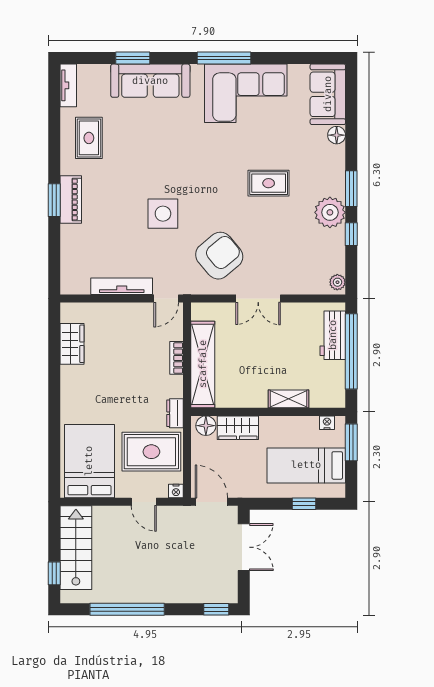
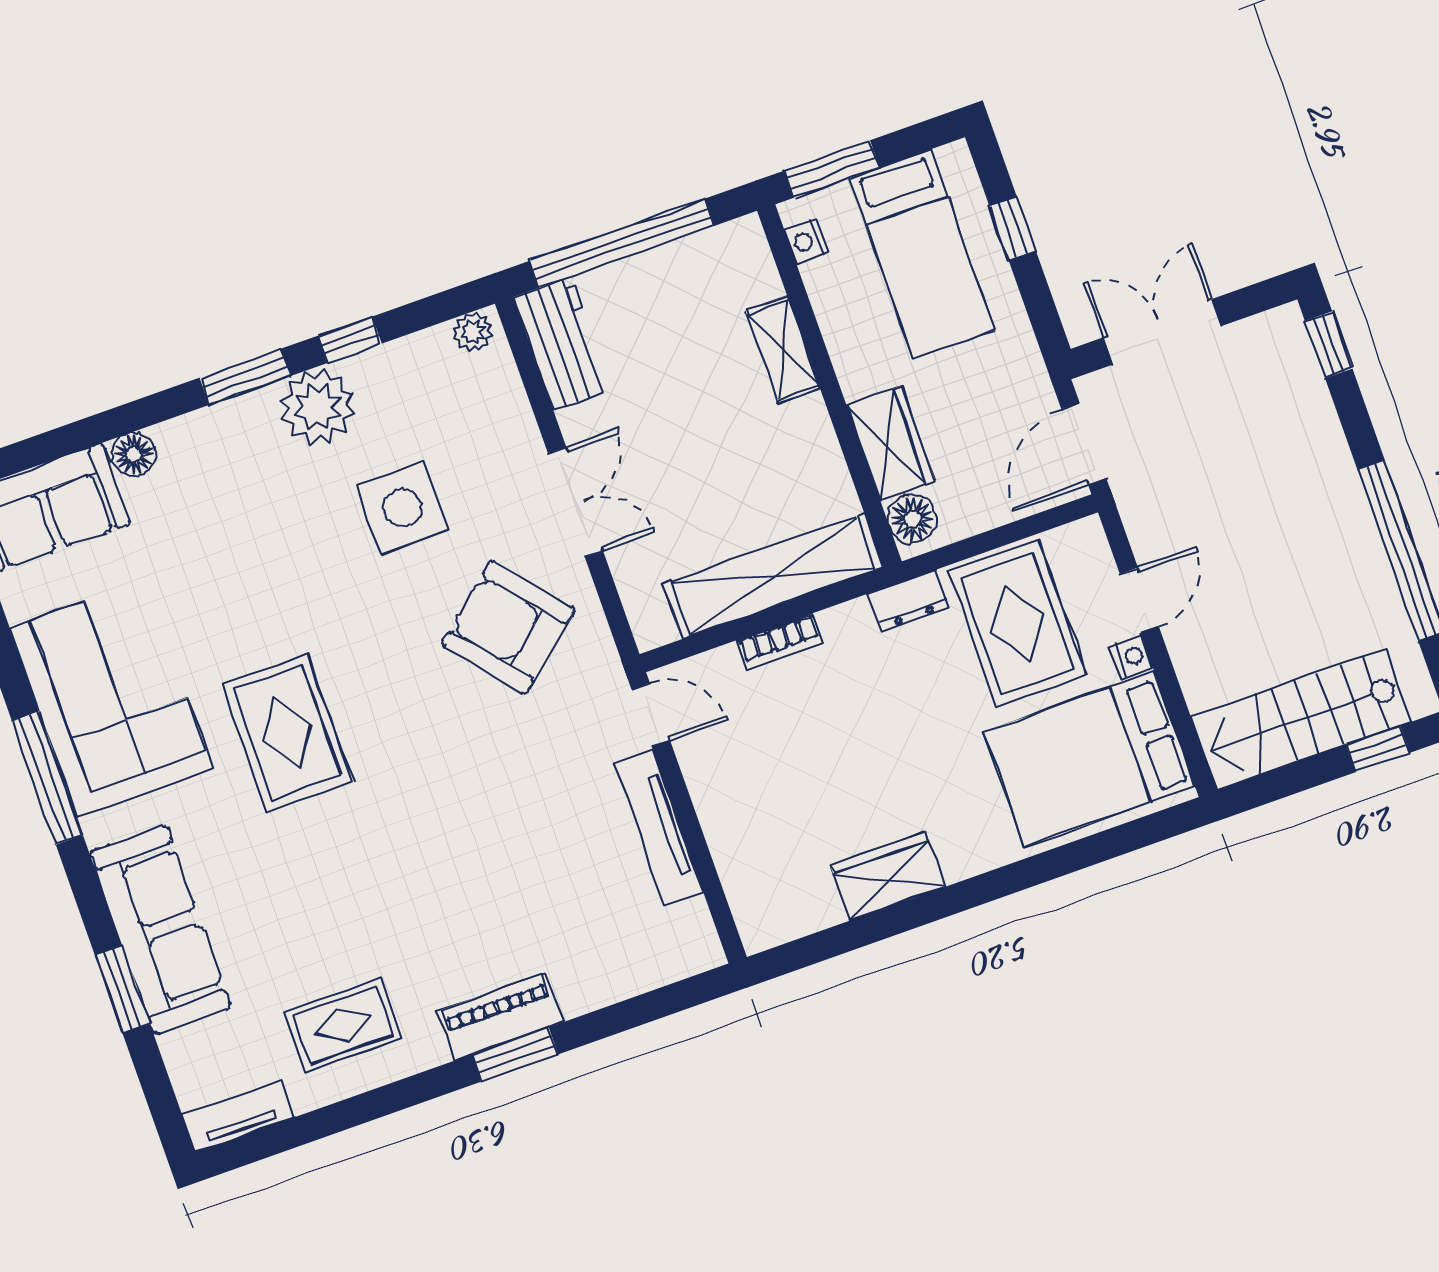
rug: (269, 183) -> (287, 733), moved, width x1.36, depth x1.43
side table: (163, 214) -> (403, 508), moved
workbench: (333, 335) -> (562, 343), moved, turned -90
wardrobe: (72, 344) -> (888, 876), moved
nightstand: (176, 491) -> (1131, 657), moved

